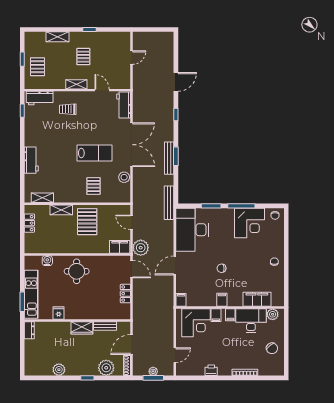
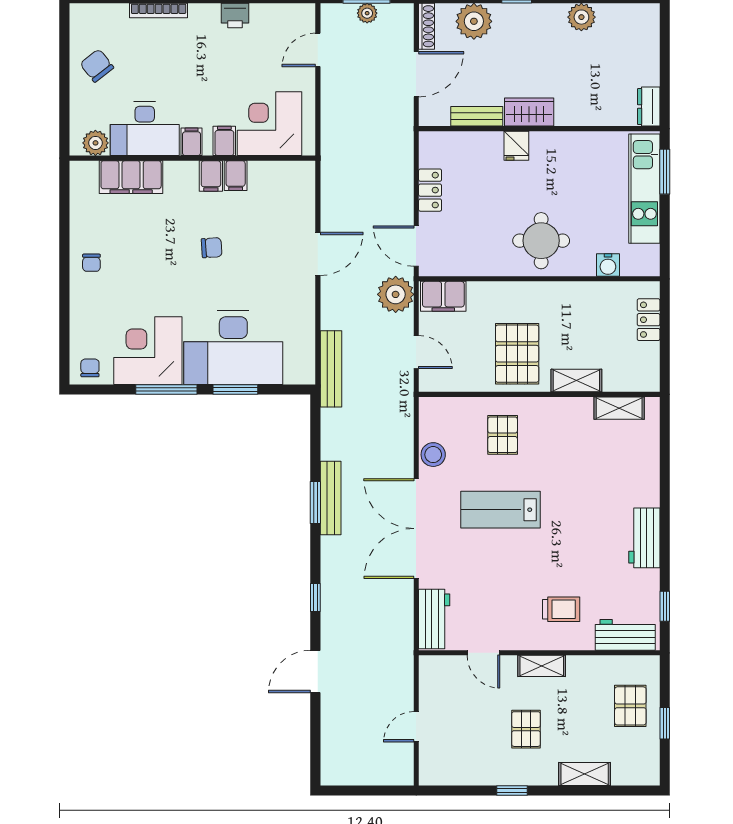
workbench: (31, 160) -> (644, 538), moved
bench: (169, 203) -> (331, 369), moved
locker: (29, 223) -> (649, 320), moved
desk: (192, 230) -> (233, 348), moved, turned 90
filing cabinet: (181, 300) -> (236, 176), moved
fridge: (59, 313) -> (516, 146), moved

